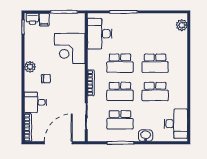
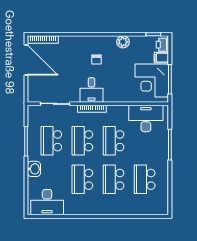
plant: (182, 25) -> (155, 209), removed
school desk: (155, 35) -> (145, 179), added
corner desk: (70, 48) -> (152, 80), moved, turned -90
plant: (30, 67) -> (123, 42), moved
desk: (35, 102) -> (92, 90), moved, turned 180
door: (58, 143) -> (26, 60), moved

